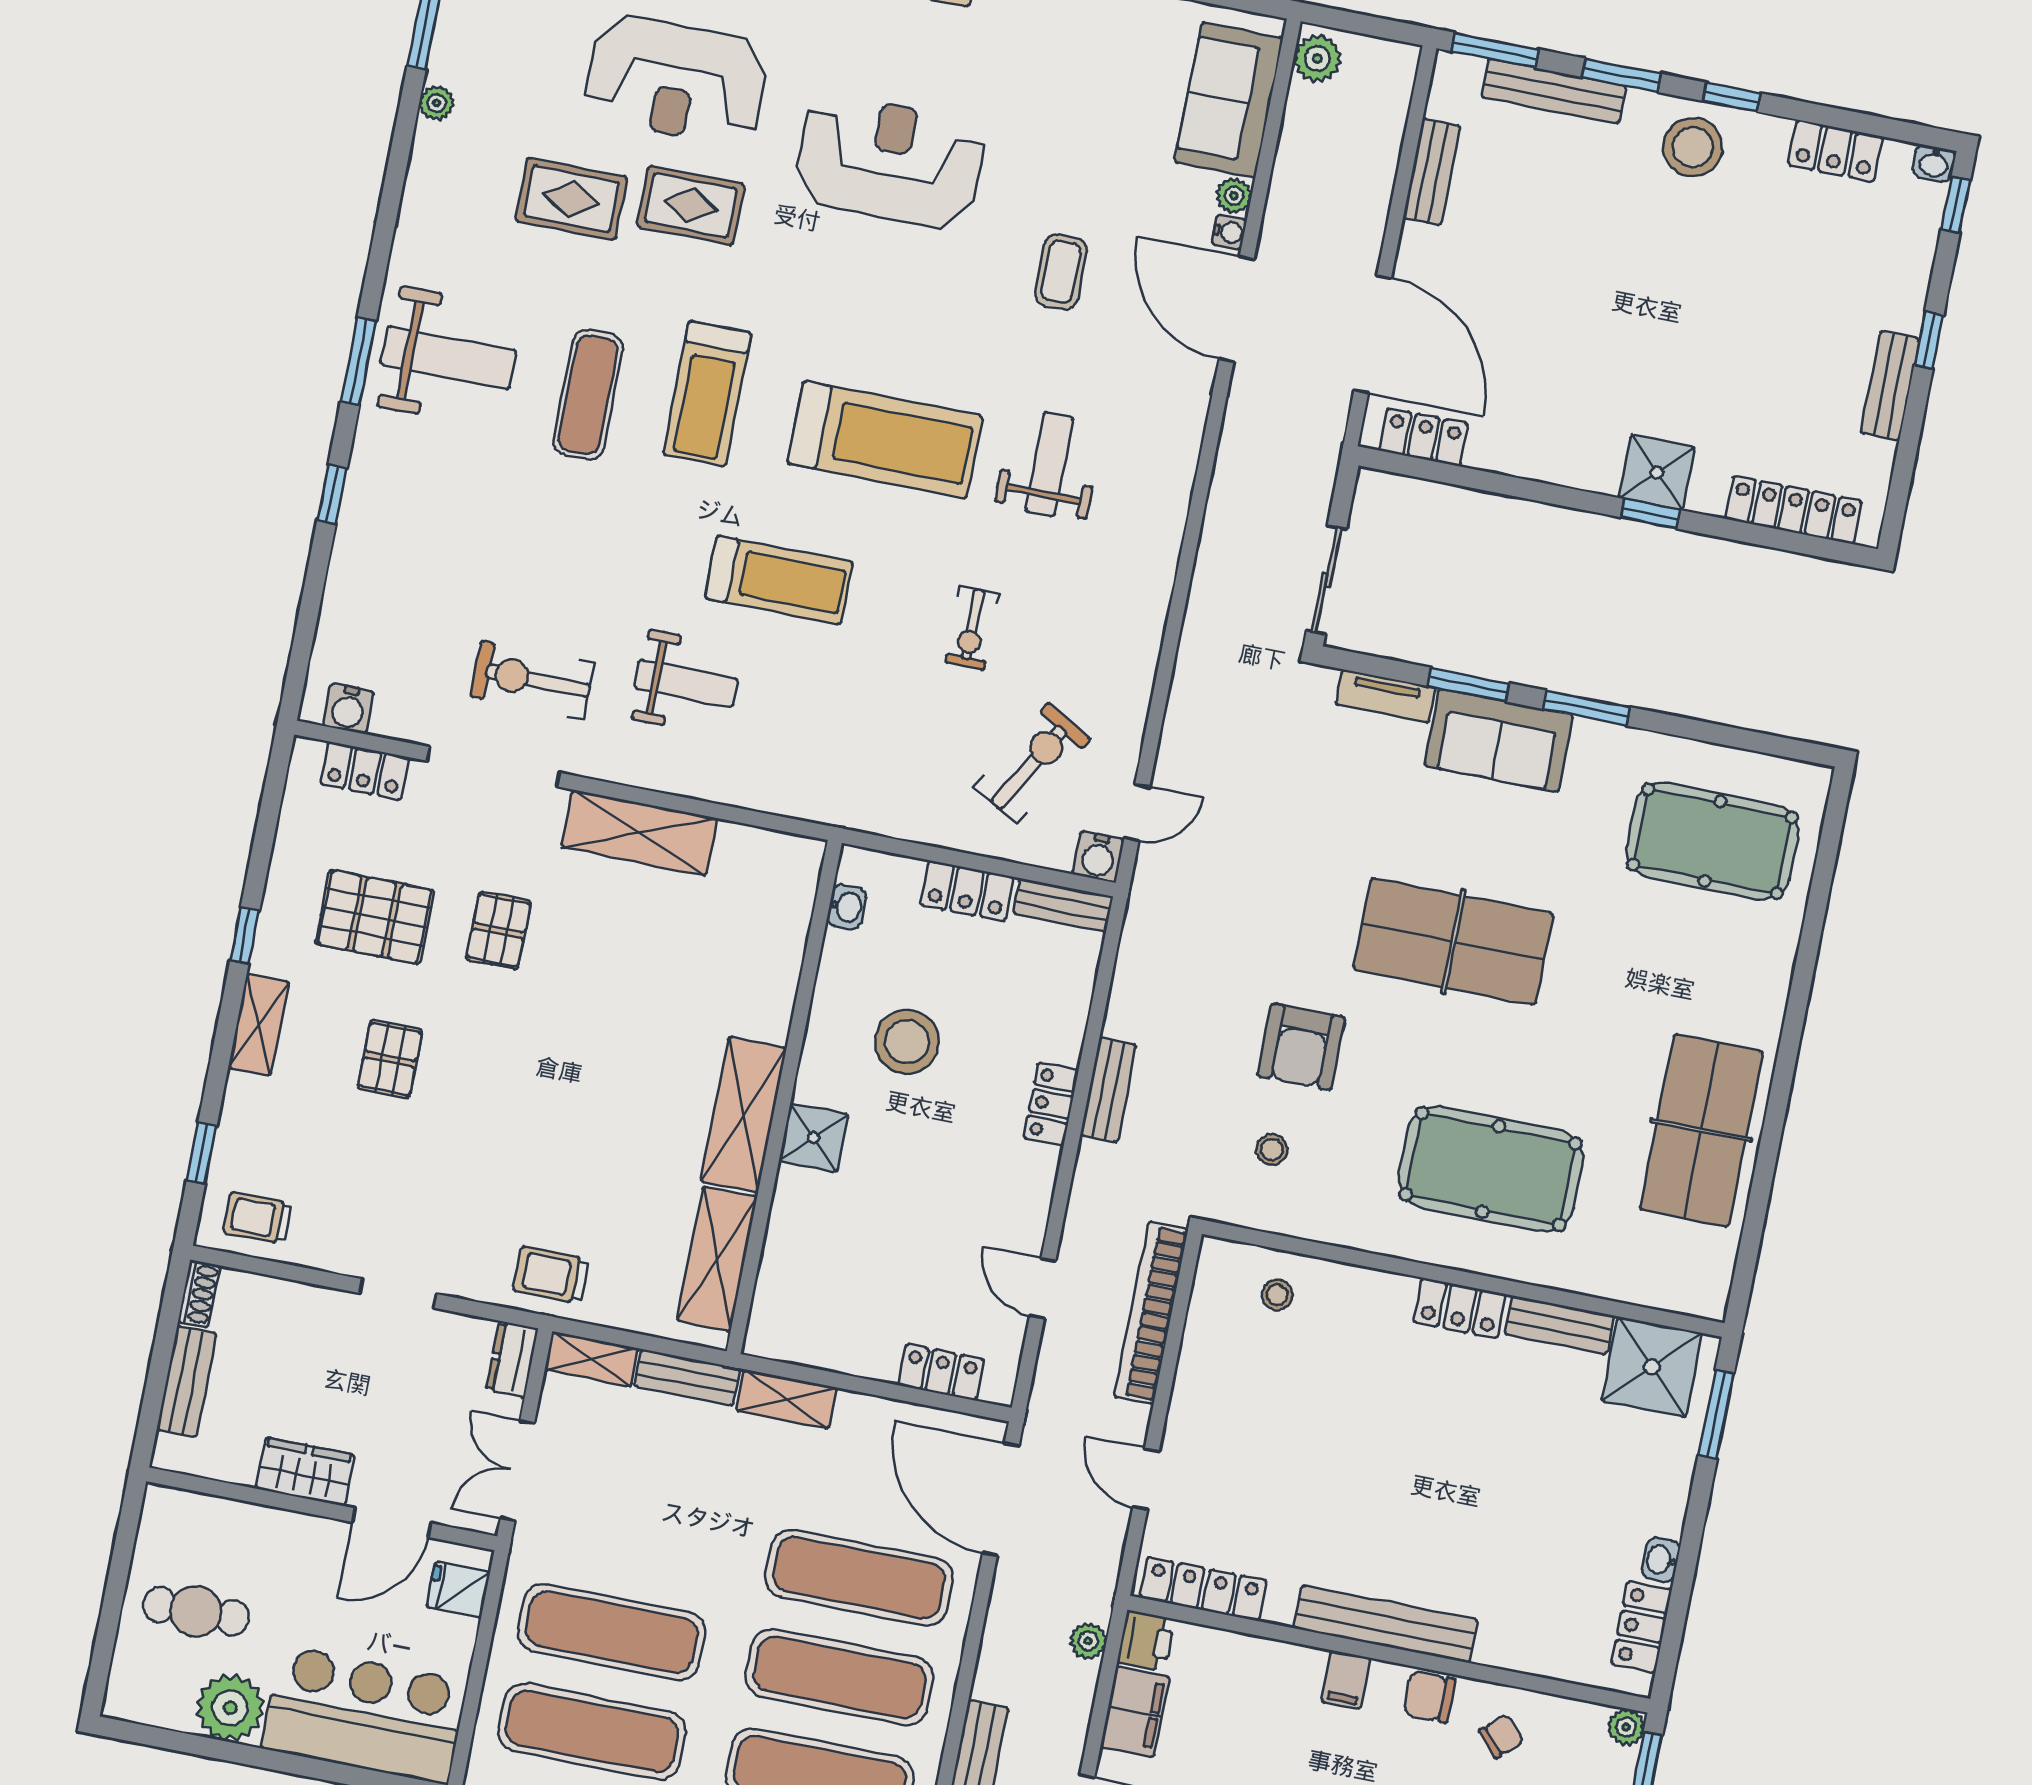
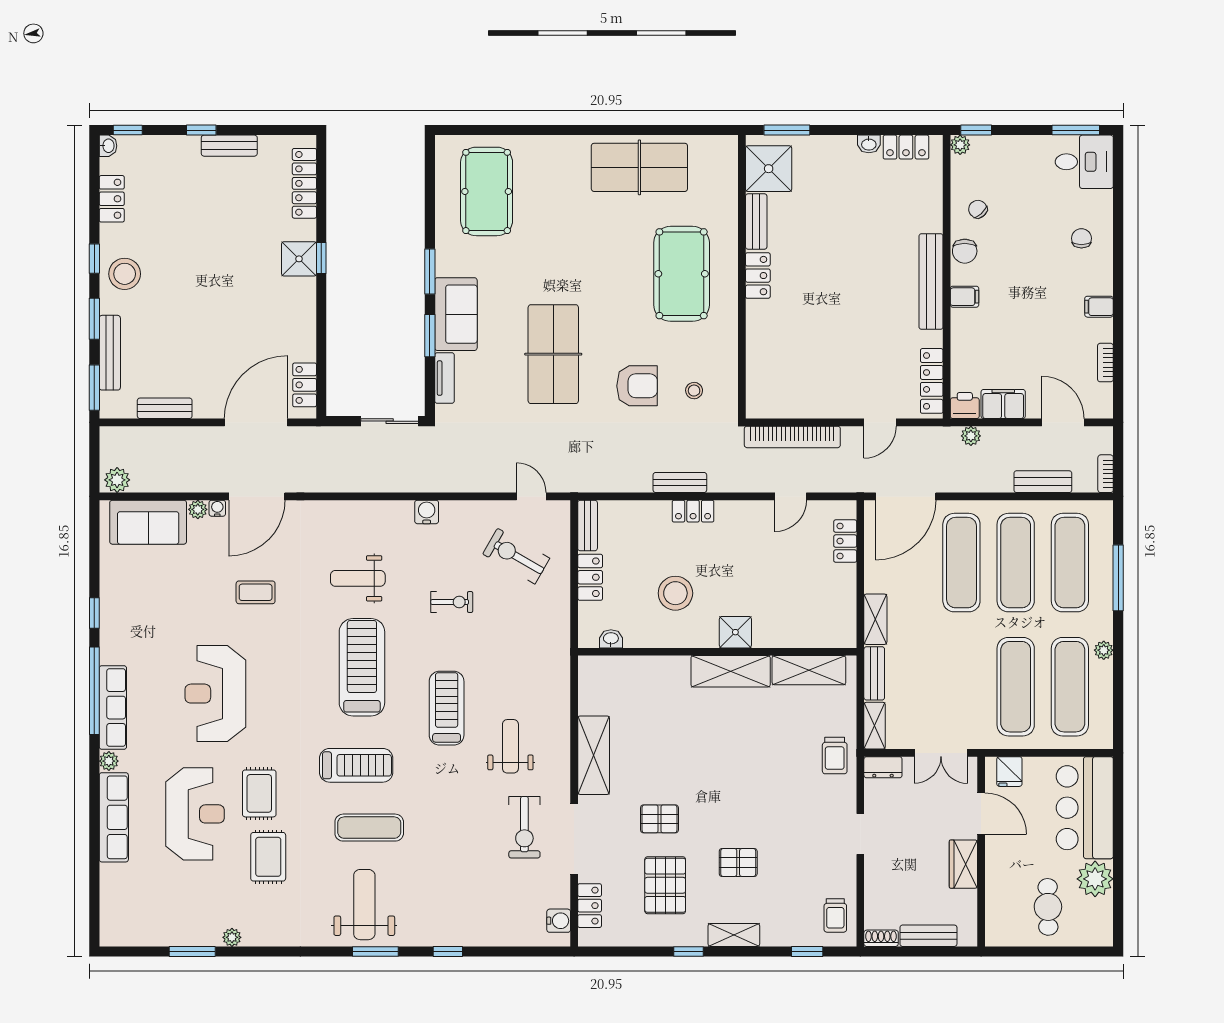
water cooler: (1098, 857) -> (427, 512), moved, turned -90
table tennis table: (1453, 942) -> (553, 354), moved
stool: (1277, 1295) -> (770, 373), removed

